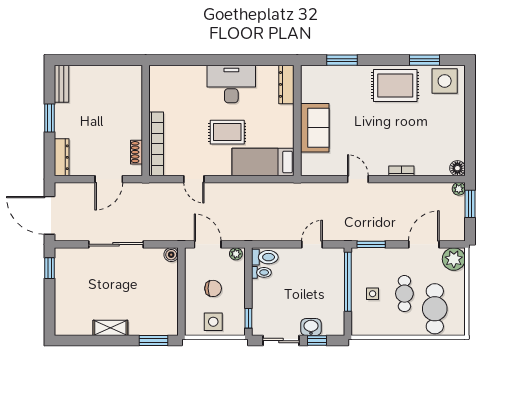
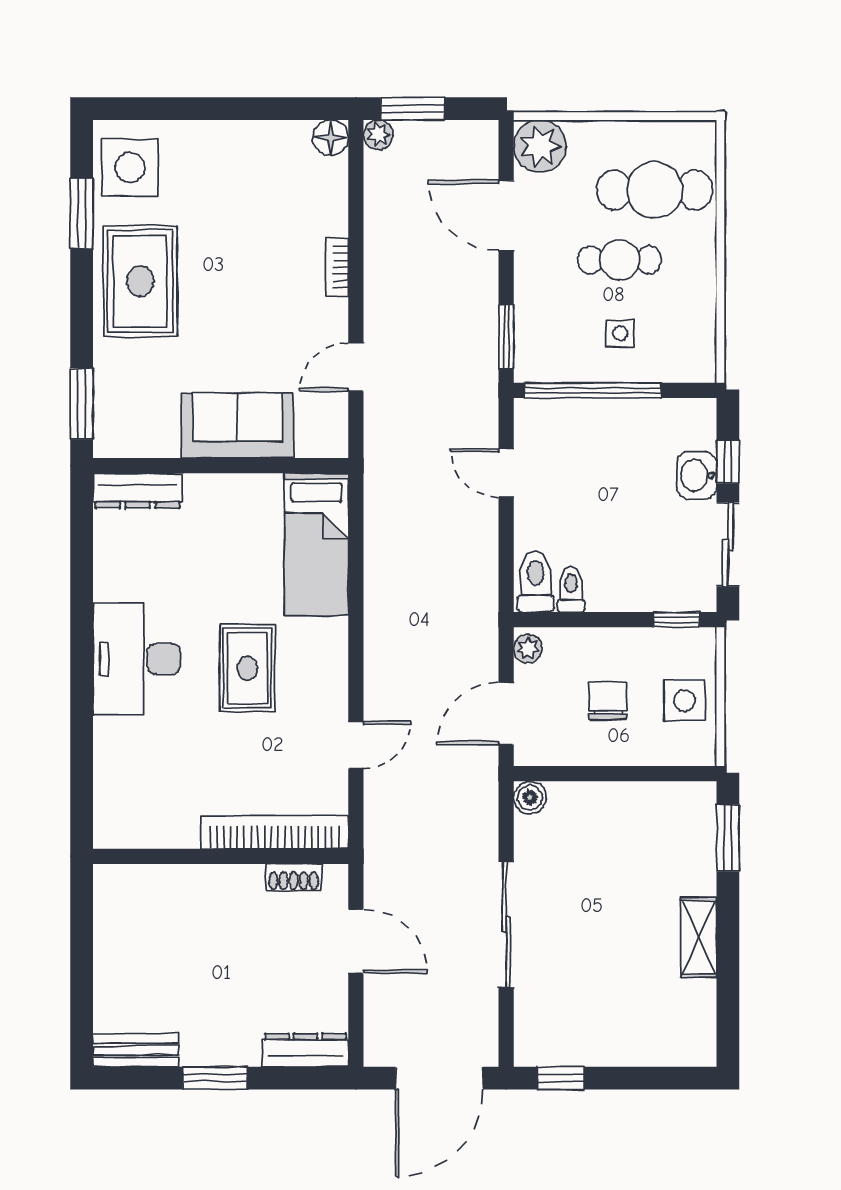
dresser: (286, 84) -> (138, 491), moved
wall: (297, 120) -> (221, 466), moved
sofa: (315, 128) -> (237, 426), moved
bed: (263, 162) -> (316, 544), moved

